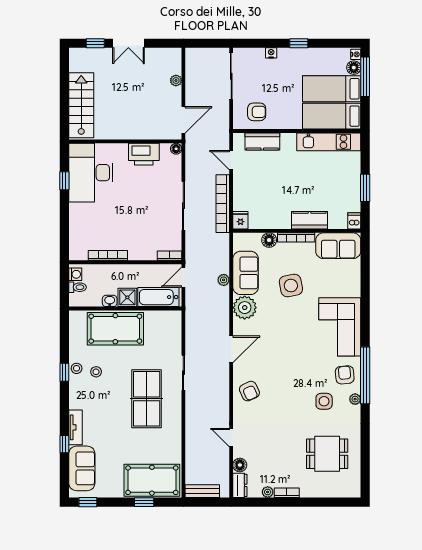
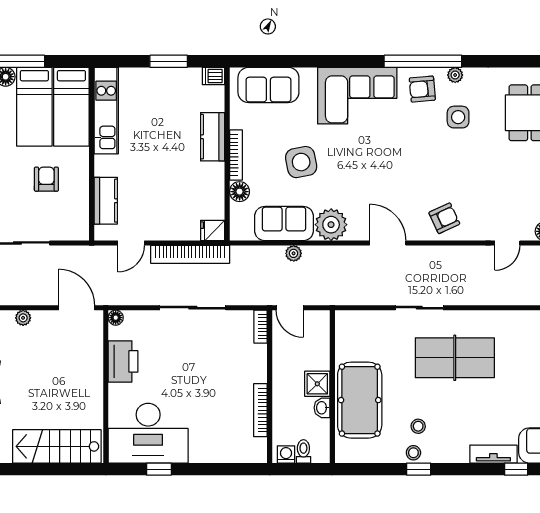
armchair: (257, 112) -> (46, 179), moved
sofa: (338, 246) -> (268, 85), moved, turned 90
bathtub: (158, 297) -> (317, 342), removed

